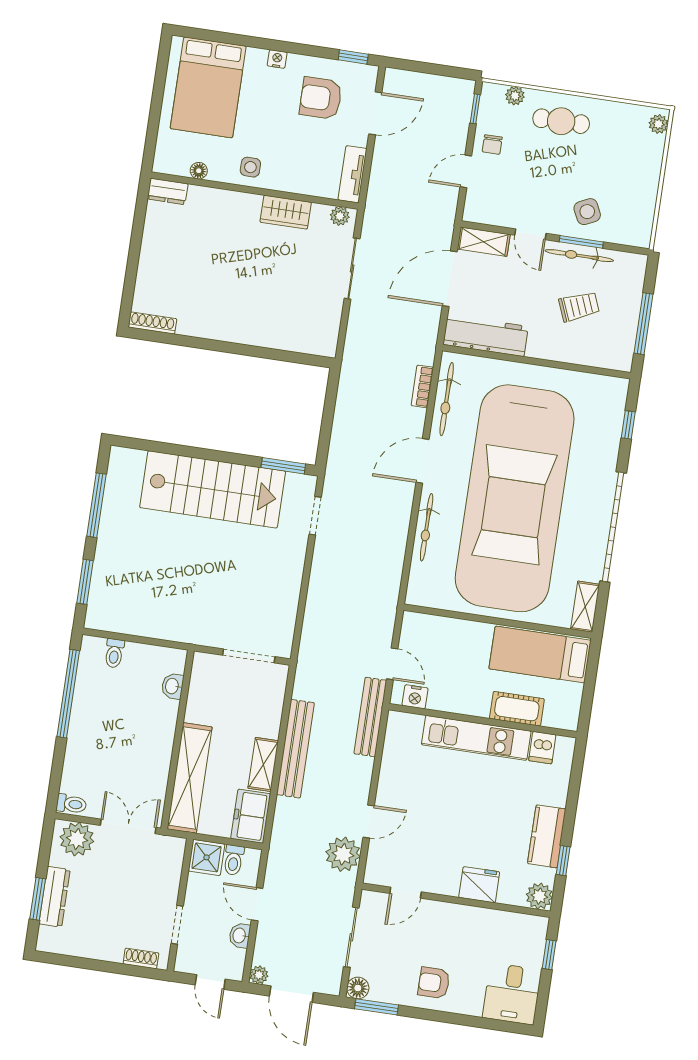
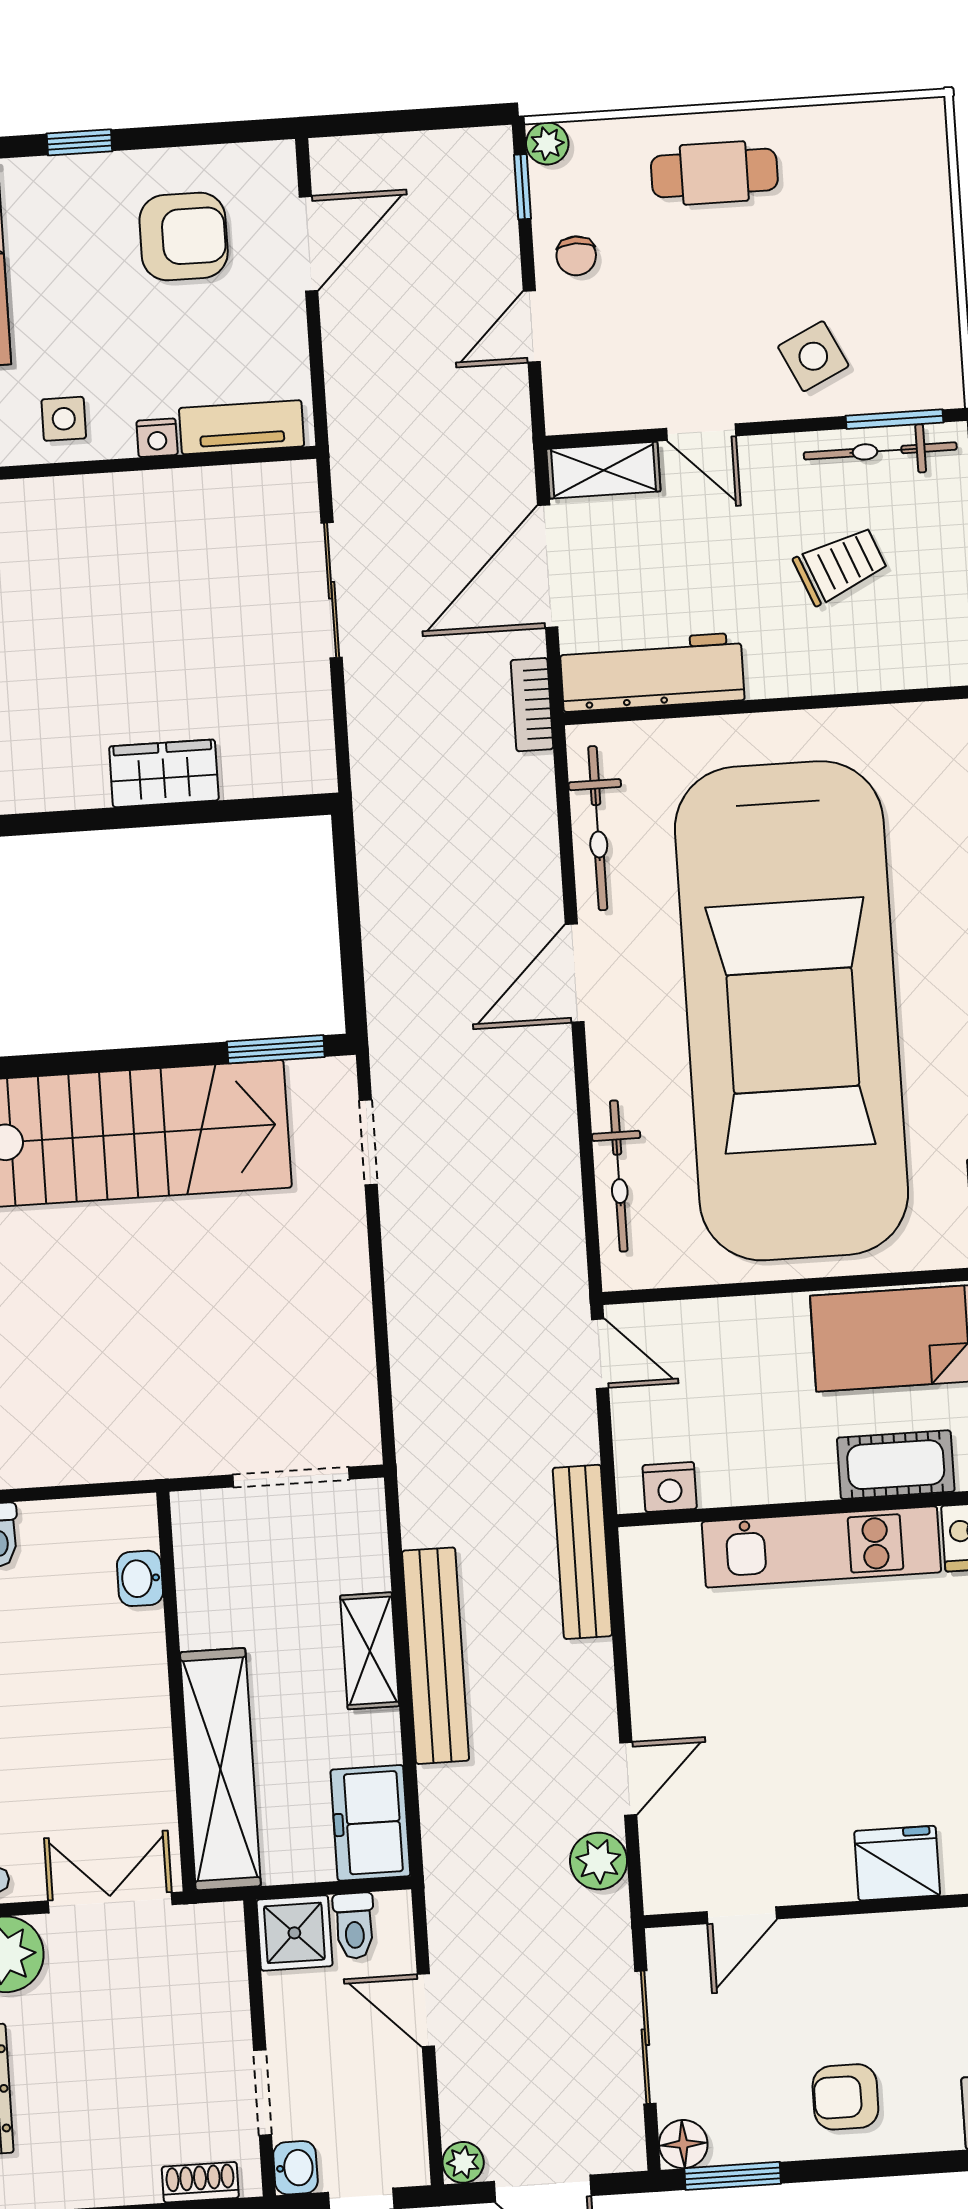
window: (353, 57) -> (79, 142), moved
nightstand: (277, 59) -> (157, 438), moved, turned 180
plant: (515, 96) -> (547, 143), moved
armchair: (321, 98) -> (184, 236), turned 180
plant: (658, 124) -> (926, 133), removed
tv unit: (353, 174) -> (242, 427), moved, turned 90
wardrobe: (286, 212) -> (164, 773), moved, turned 180
plant: (340, 216) -> (280, 483), removed
window: (581, 242) -> (895, 419), moved
bicycle: (579, 256) -> (880, 451), moved
bookcase: (422, 386) -> (532, 705), moved
bicycle: (427, 527) -> (619, 1176), moved
door: (392, 664) -> (600, 1354), moved
shelving: (263, 764) -> (370, 1651), moved
plant: (343, 854) -> (599, 1861), width x0.73, depth x0.73
washbasin: (240, 936) -> (295, 2168), moved, turned 180

